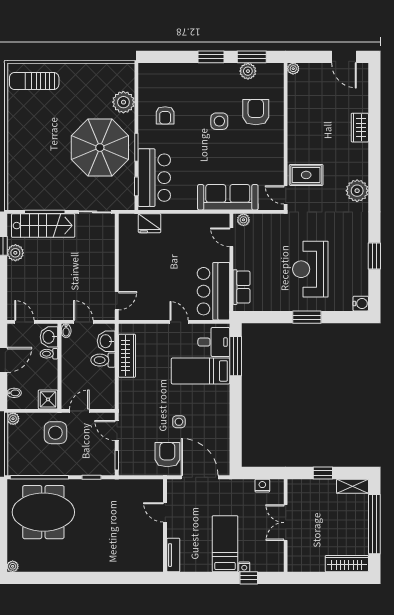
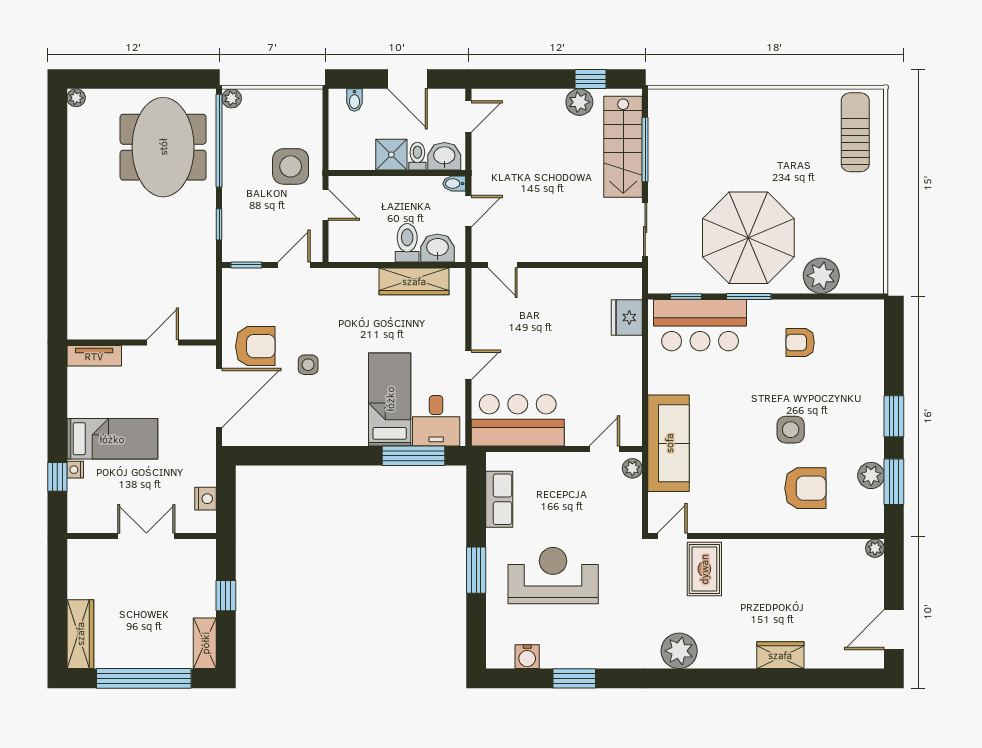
row of seats: (242, 287) -> (499, 499), moved, turned -90
water cooler: (361, 304) -> (527, 657), moved
shower: (48, 399) -> (391, 155), moved
plant: (13, 419) -> (232, 98), moved

